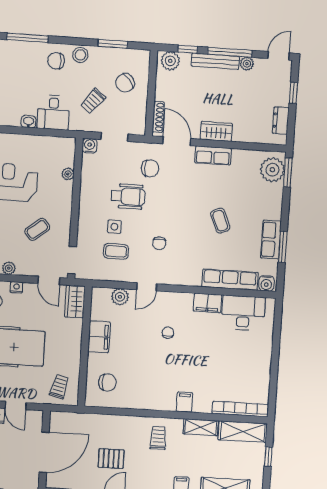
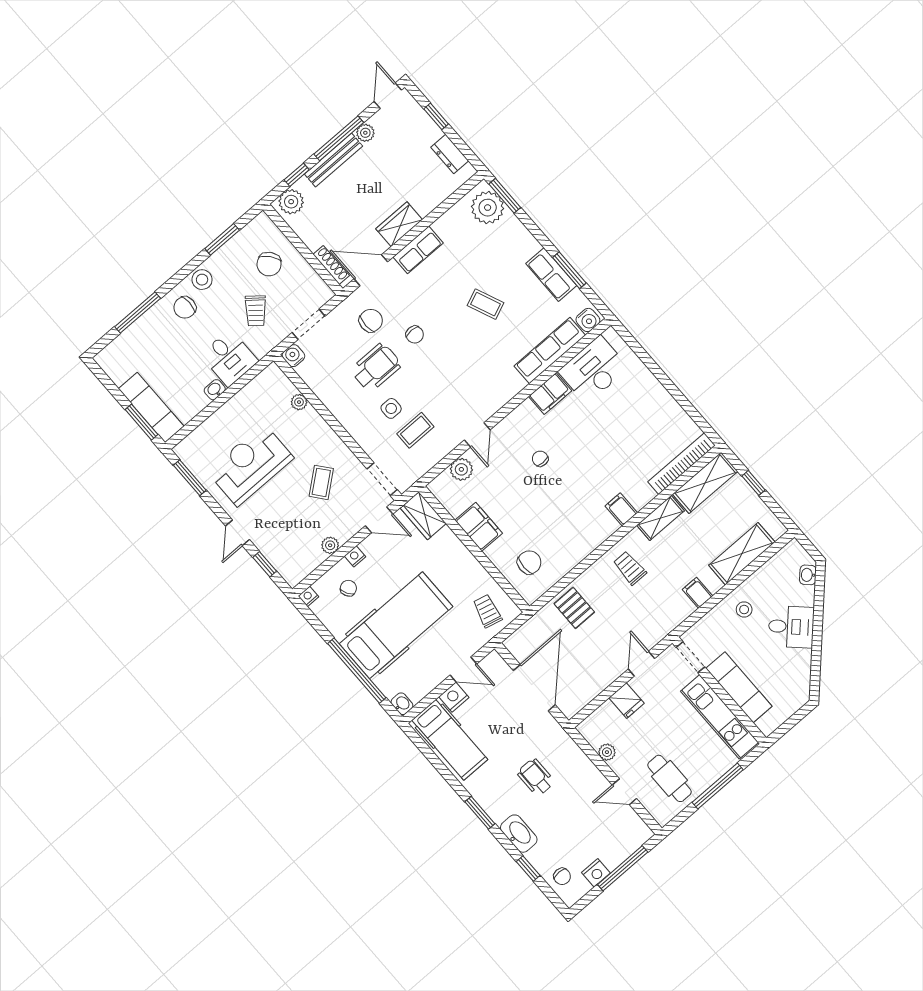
chair: (159, 243) -> (415, 335), moved
pallet: (111, 459) -> (574, 608), moved, turned 90

